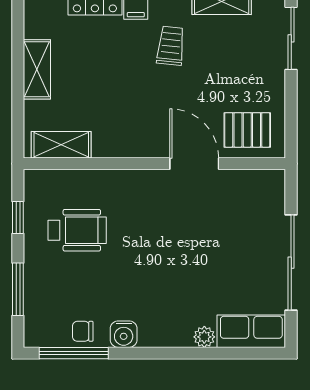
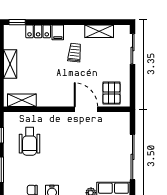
pallet: (247, 130) -> (111, 93), turned 90
wheelchair: (77, 230) -> (30, 141), turned 90

